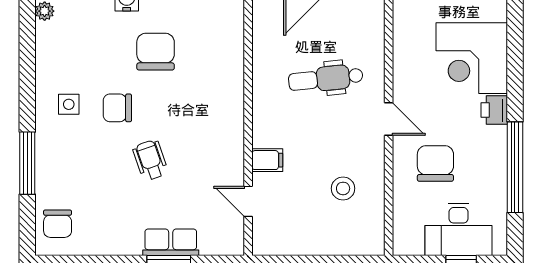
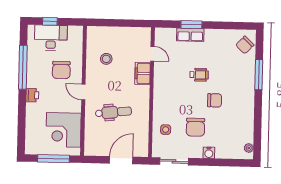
corner desk: (472, 58) -> (64, 130), moved, turned 180
side table: (69, 104) -> (166, 130), moved
wheelchair: (150, 160) -> (199, 75), turned -71
filing cabinet: (267, 160) -> (143, 73), width x2.00
chair: (58, 224) -> (245, 45), turned -136

